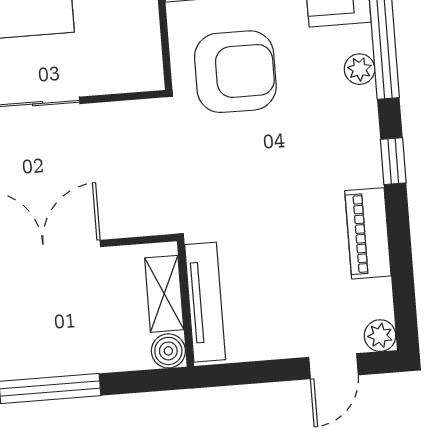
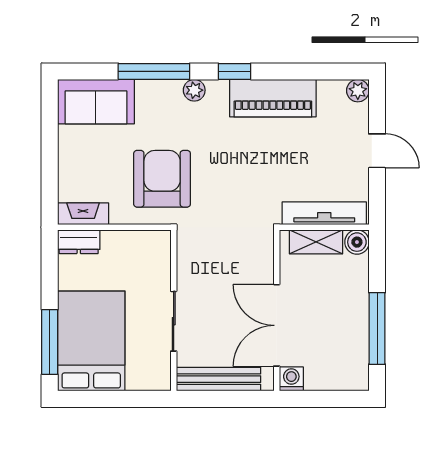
plant: (360, 69) -> (194, 90), moved
piano: (368, 233) -> (273, 98), width x1.37, depth x1.33
door: (333, 366) -> (377, 151), moved

